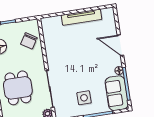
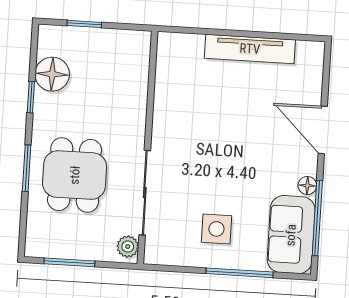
chair: (29, 41) -> (121, 76), removed

